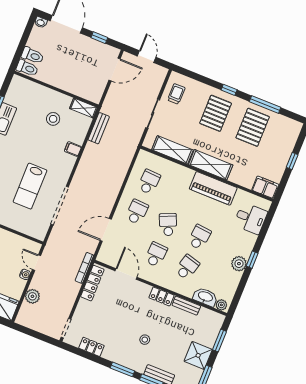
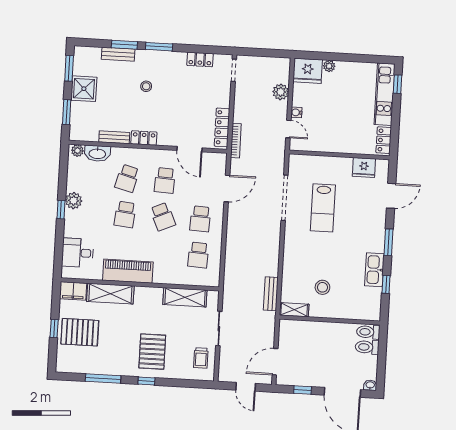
pallet: (253, 127) -> (80, 332), moved, turned 90
filing cabinet: (73, 149) -> (291, 263), removed
shelving: (211, 165) -> (110, 294), moved
lab bench: (30, 186) -> (323, 208), turned 180

